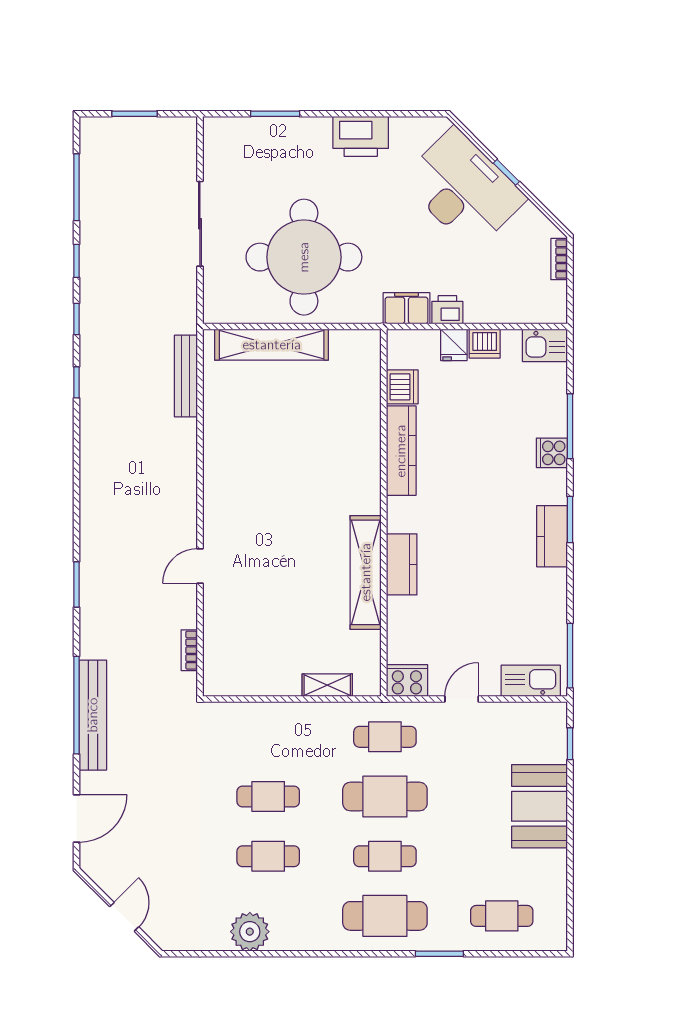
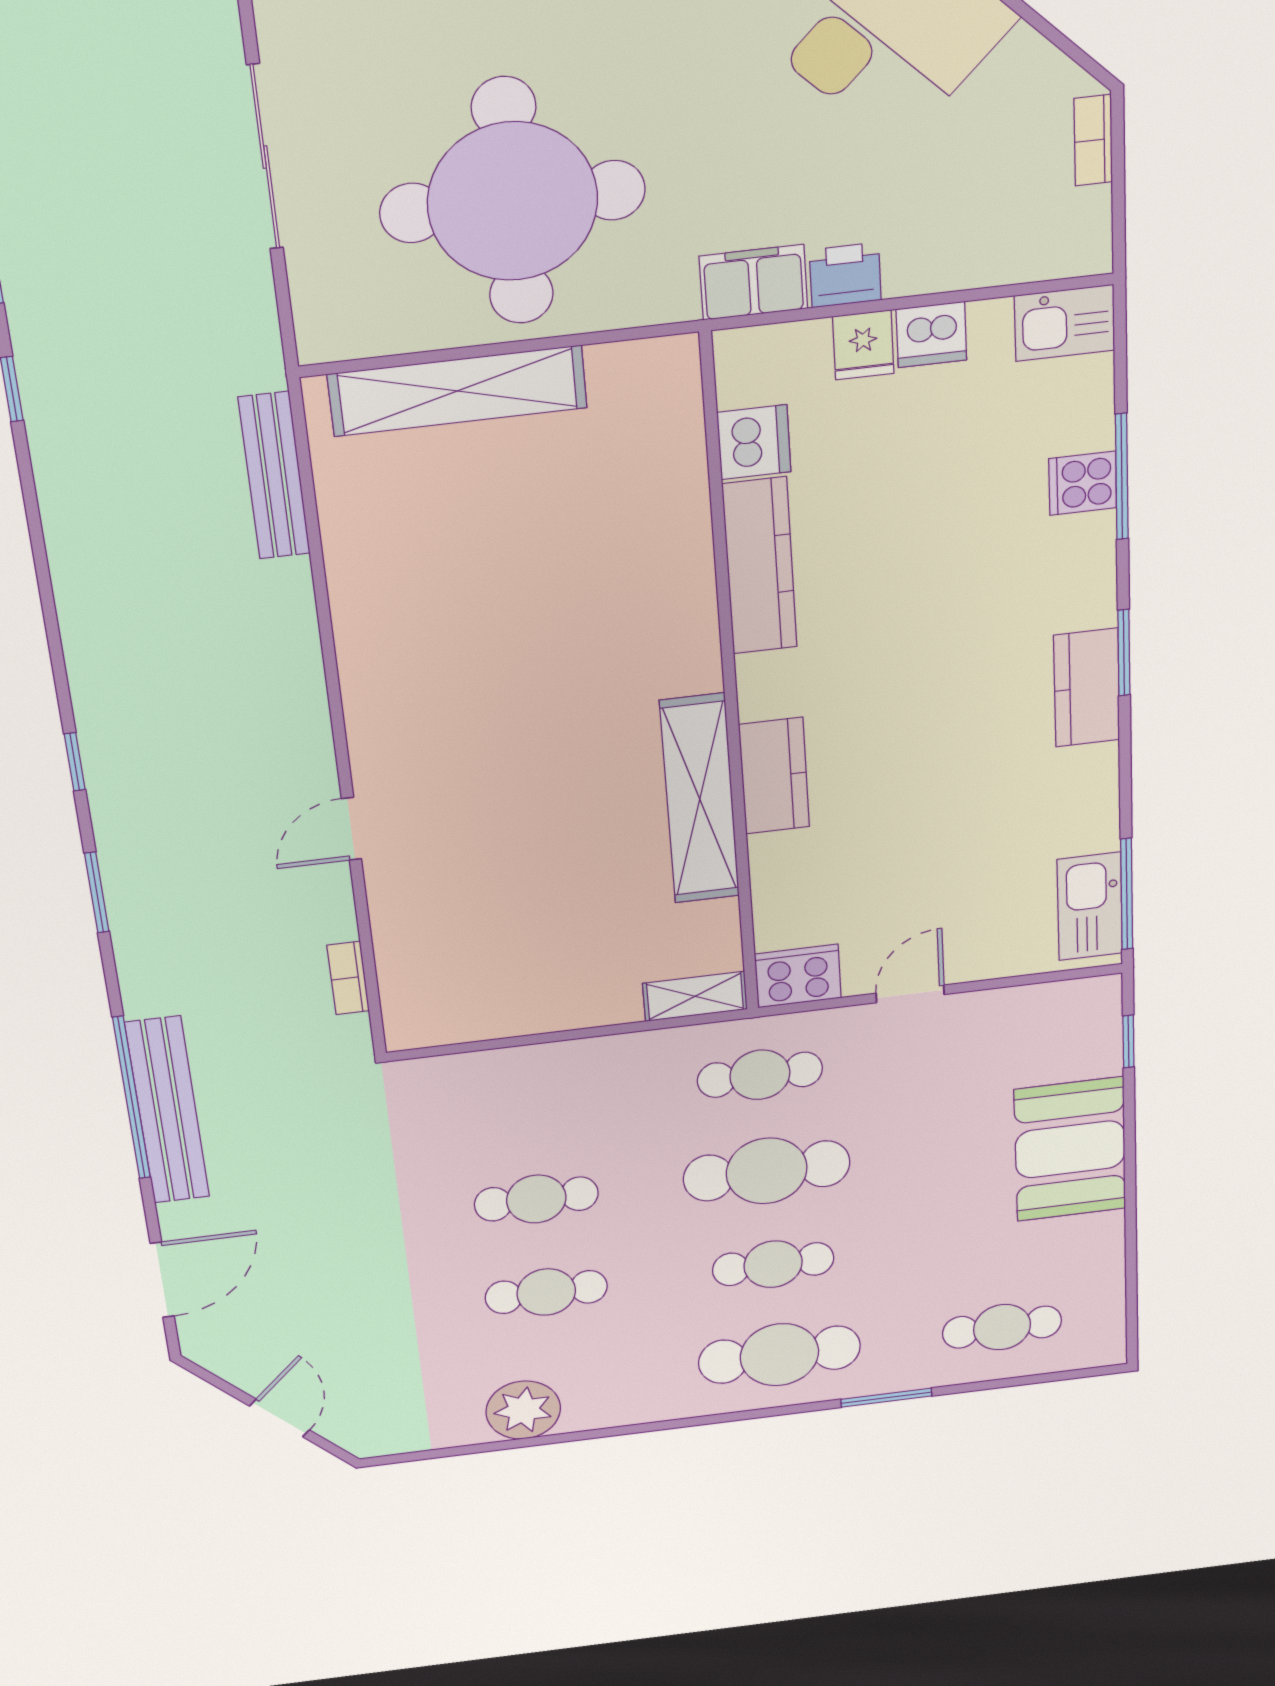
window: (77, 382) -> (75, 762), moved
cooker: (552, 453) -> (1083, 483), moved
kitchen sink: (531, 681) -> (1090, 906), moved, turned -90
shelving: (327, 685) -> (695, 996), moved

